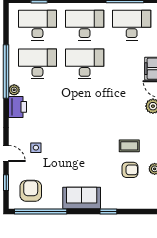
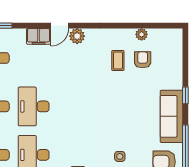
sofa: (82, 198) -> (171, 116), width x1.36
window: (108, 212) -> (185, 95), moved

